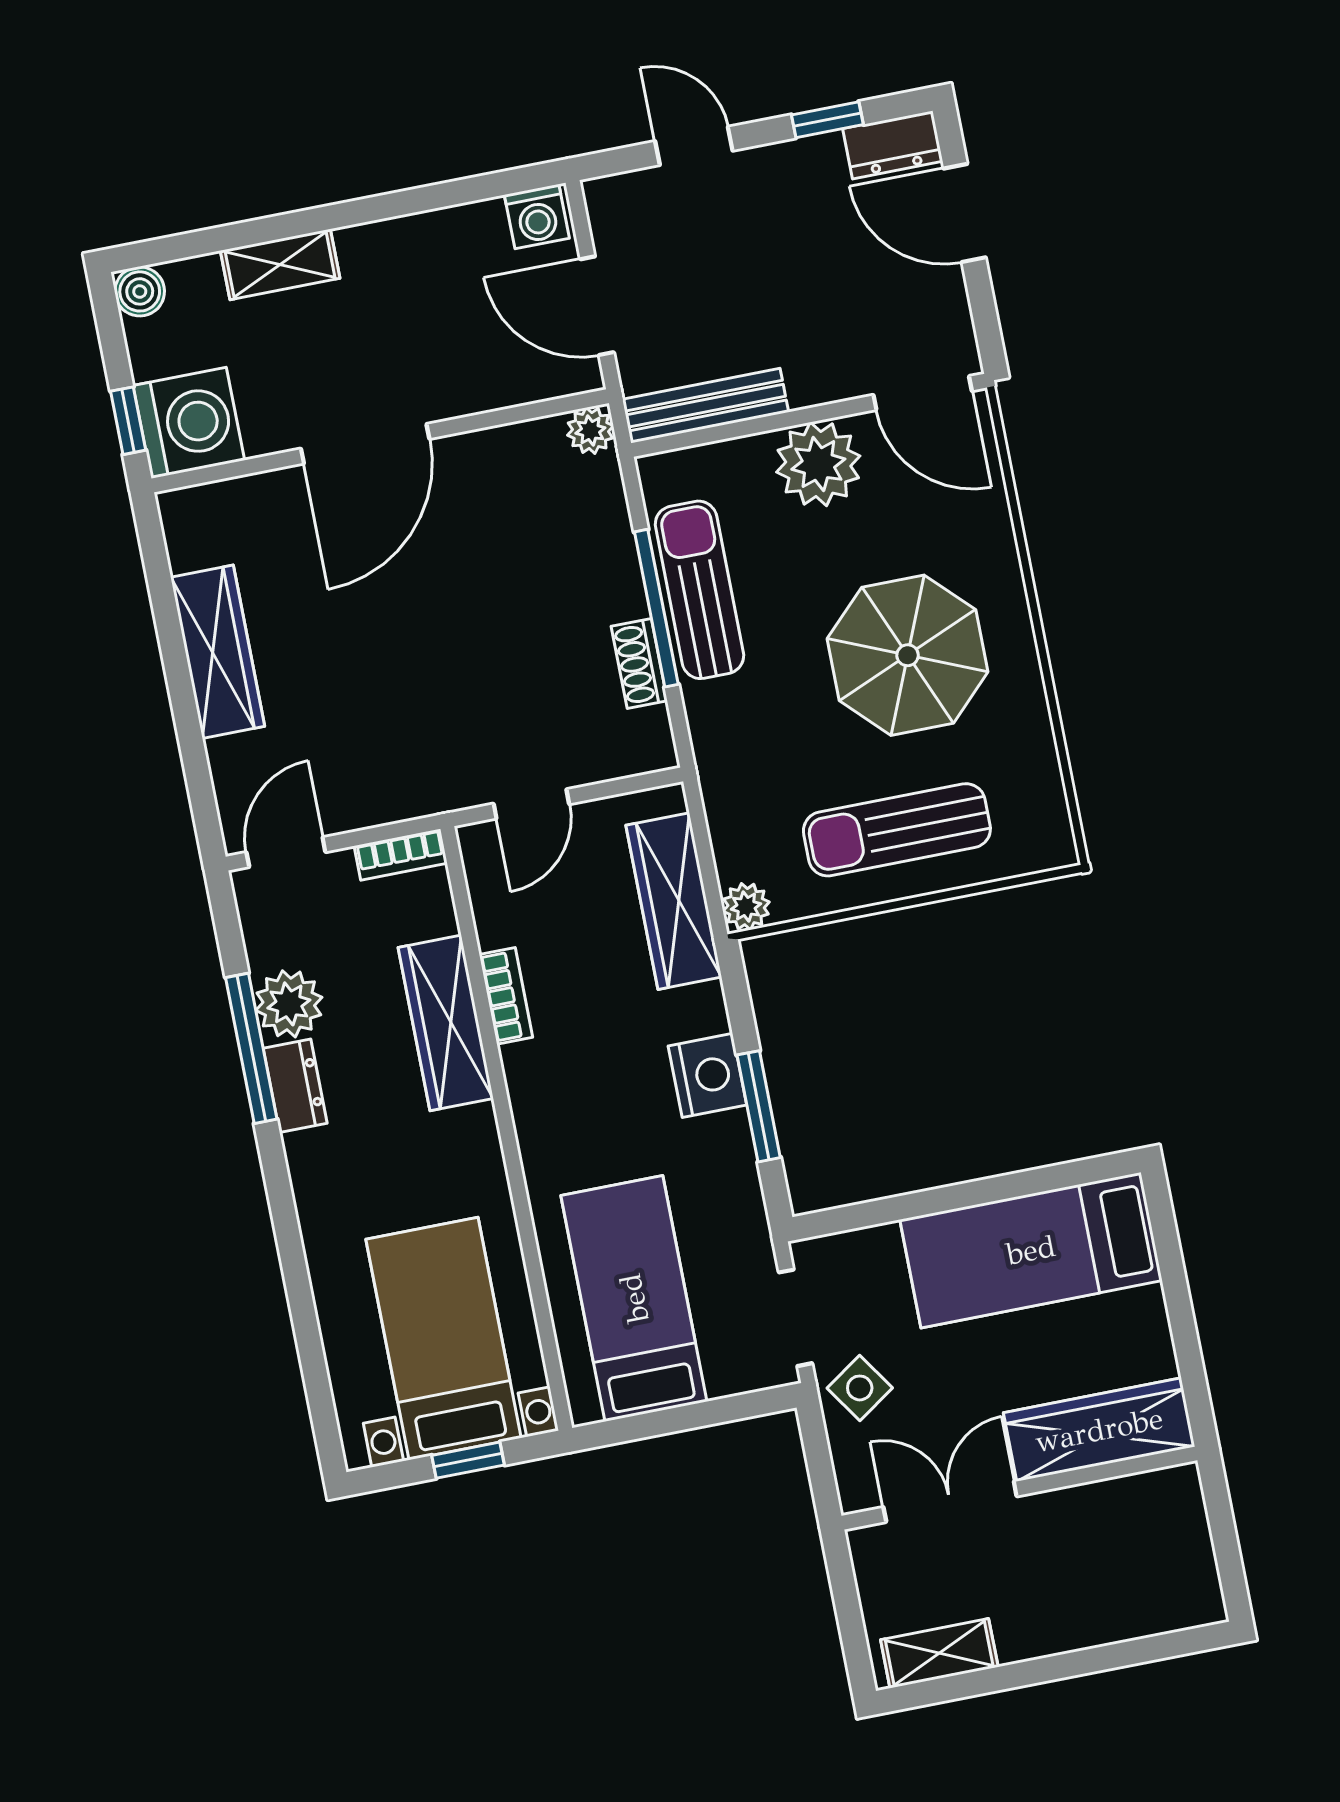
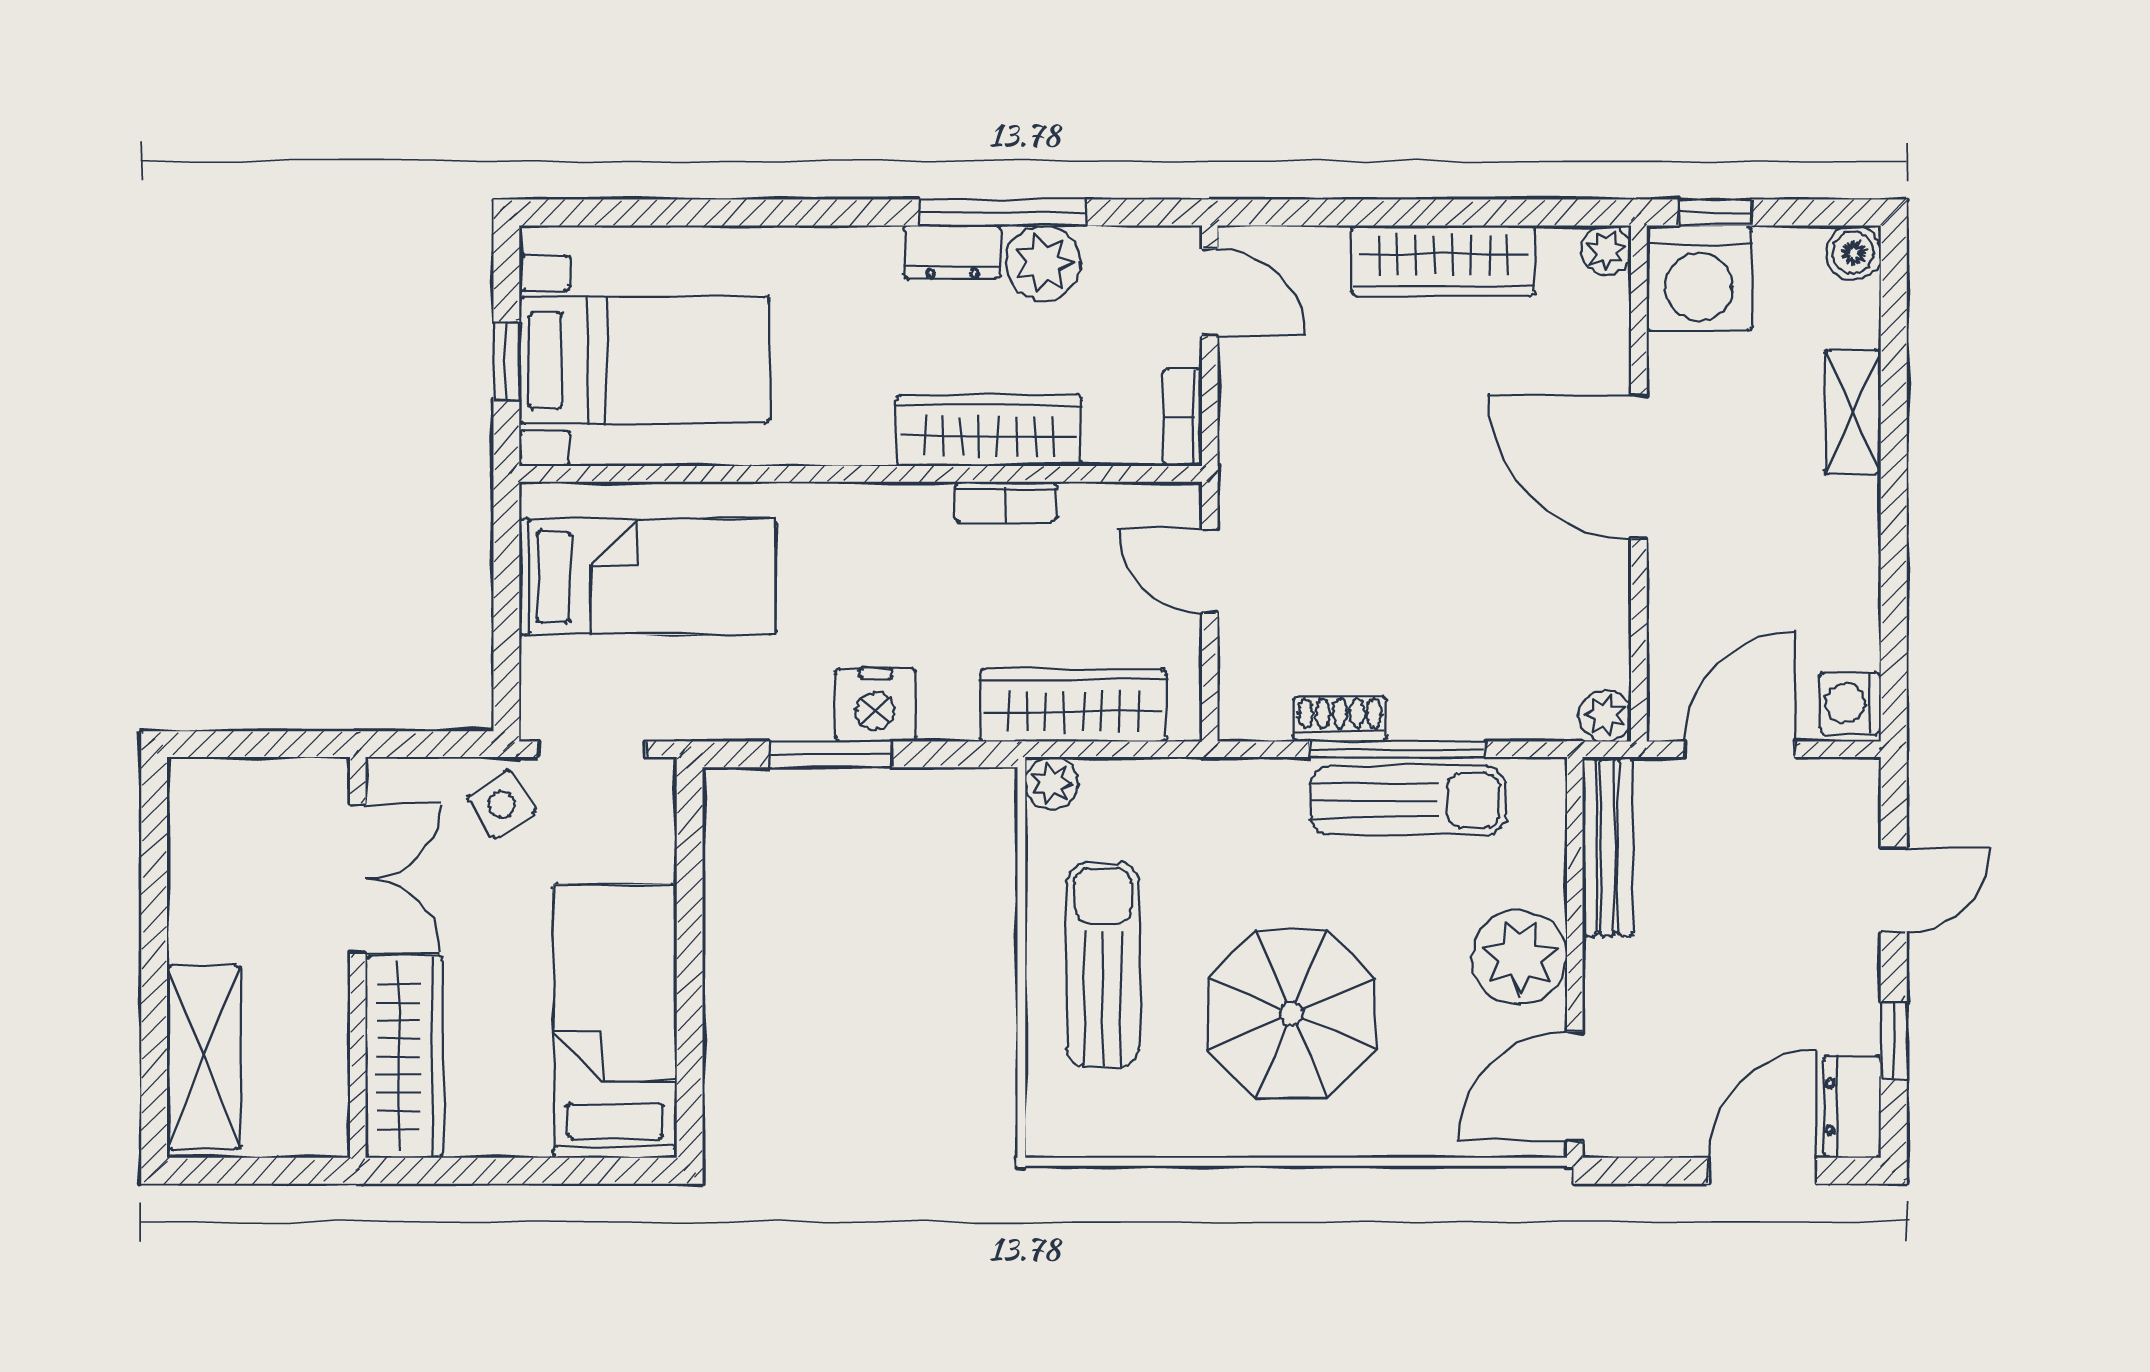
plant: (180, 510) -> (1606, 250), added
shelving: (939, 1653) -> (204, 1058), moved, width x1.50, depth x1.33

